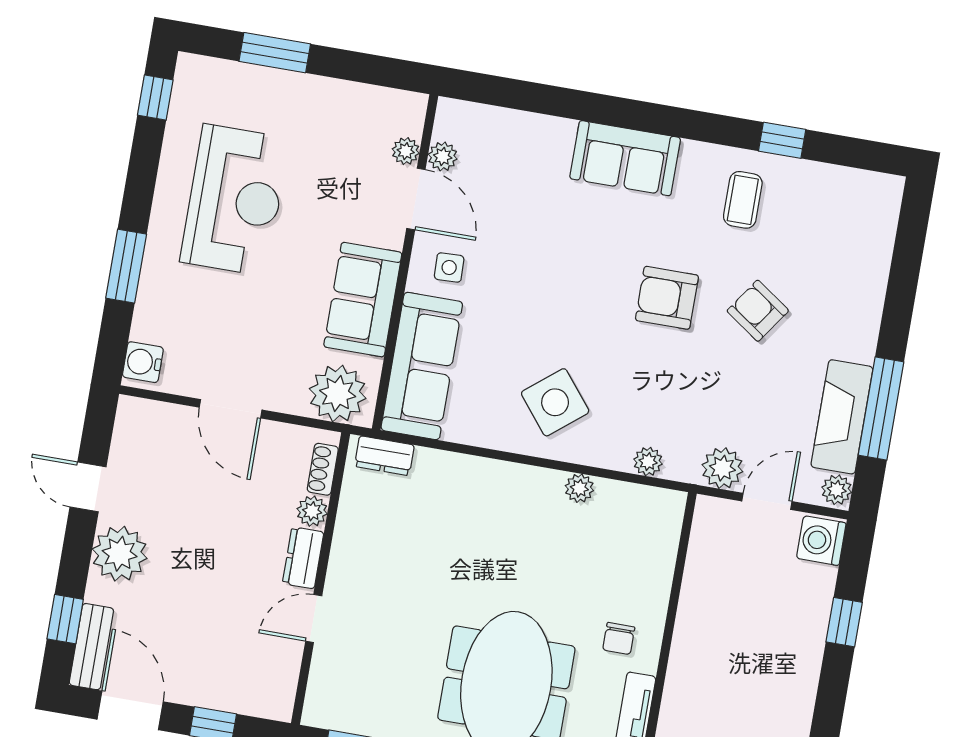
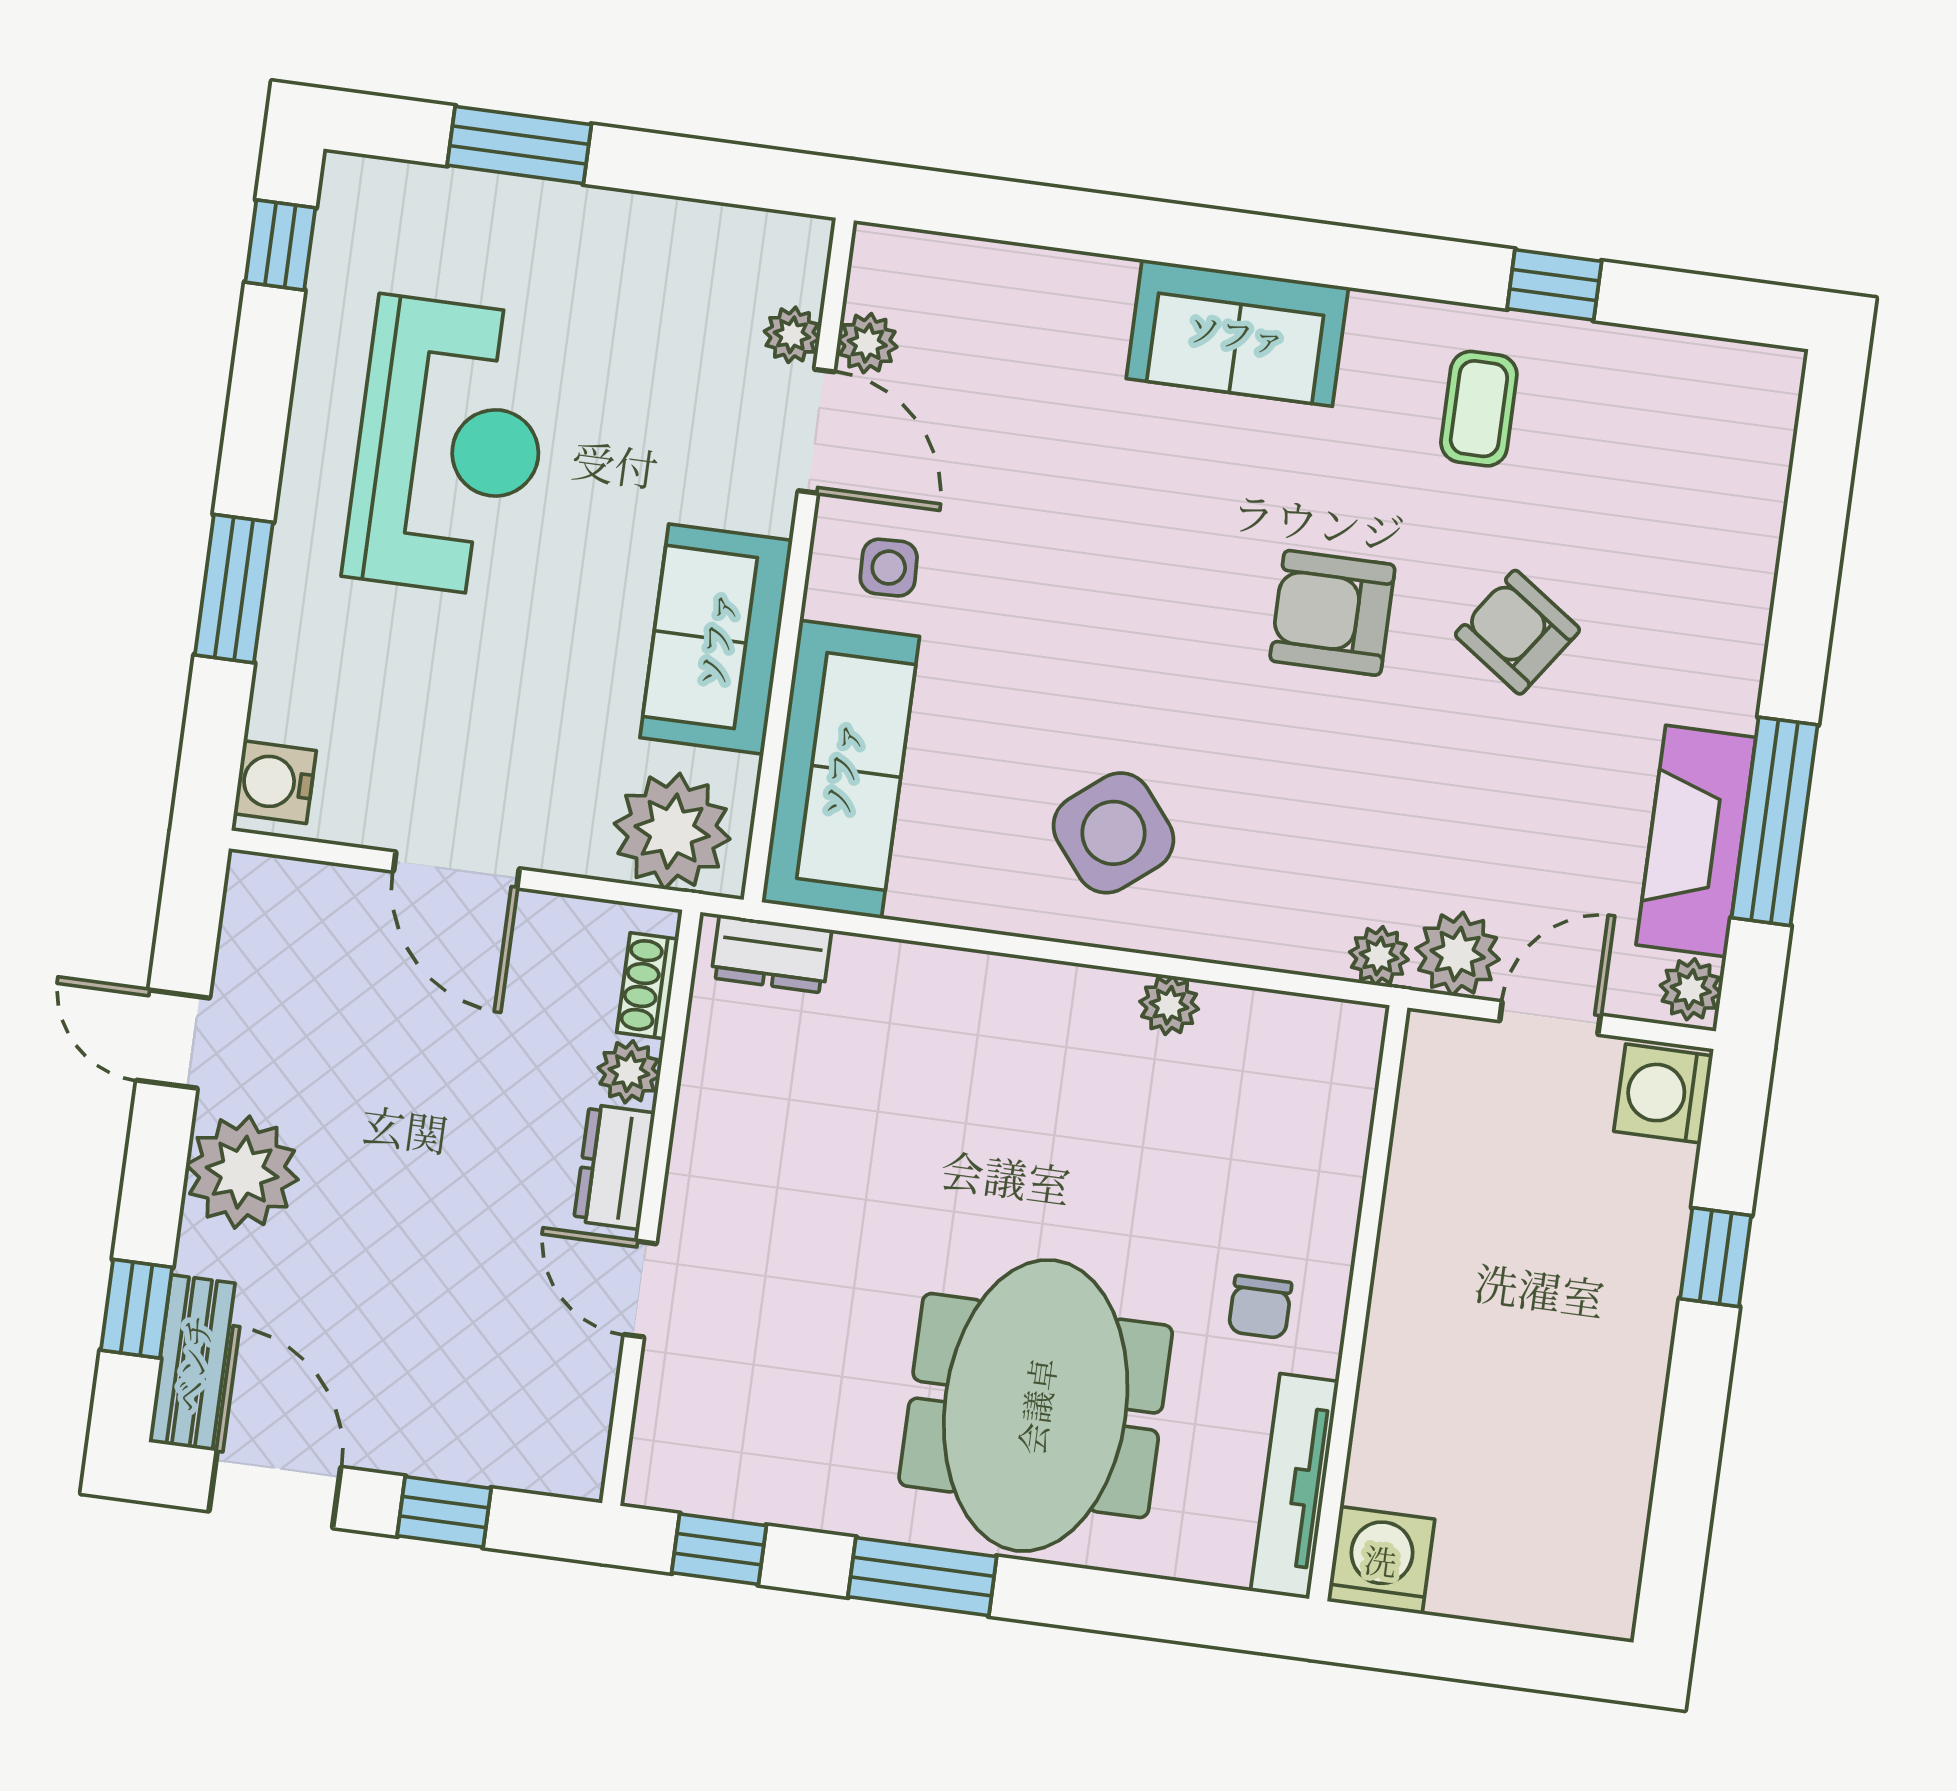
plant: (648, 462) -> (1379, 956), moved
door: (314, 618) -> (640, 1289), hinge flipped

